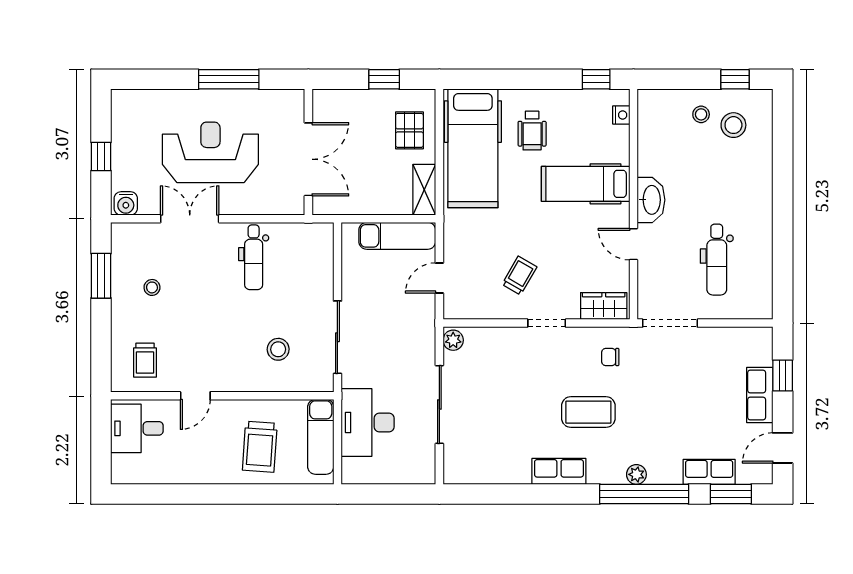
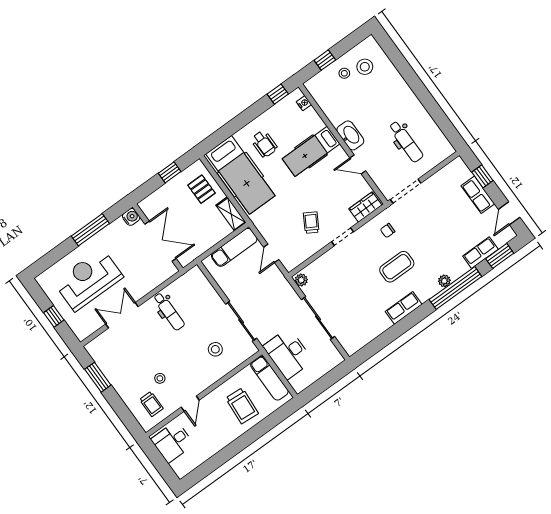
window: (735, 79) -> (325, 60), moved
reception desk: (210, 152) -> (88, 280), moved
water cooler: (126, 203) -> (131, 217), moved, turned -90
stool: (152, 287) -> (160, 378), moved

